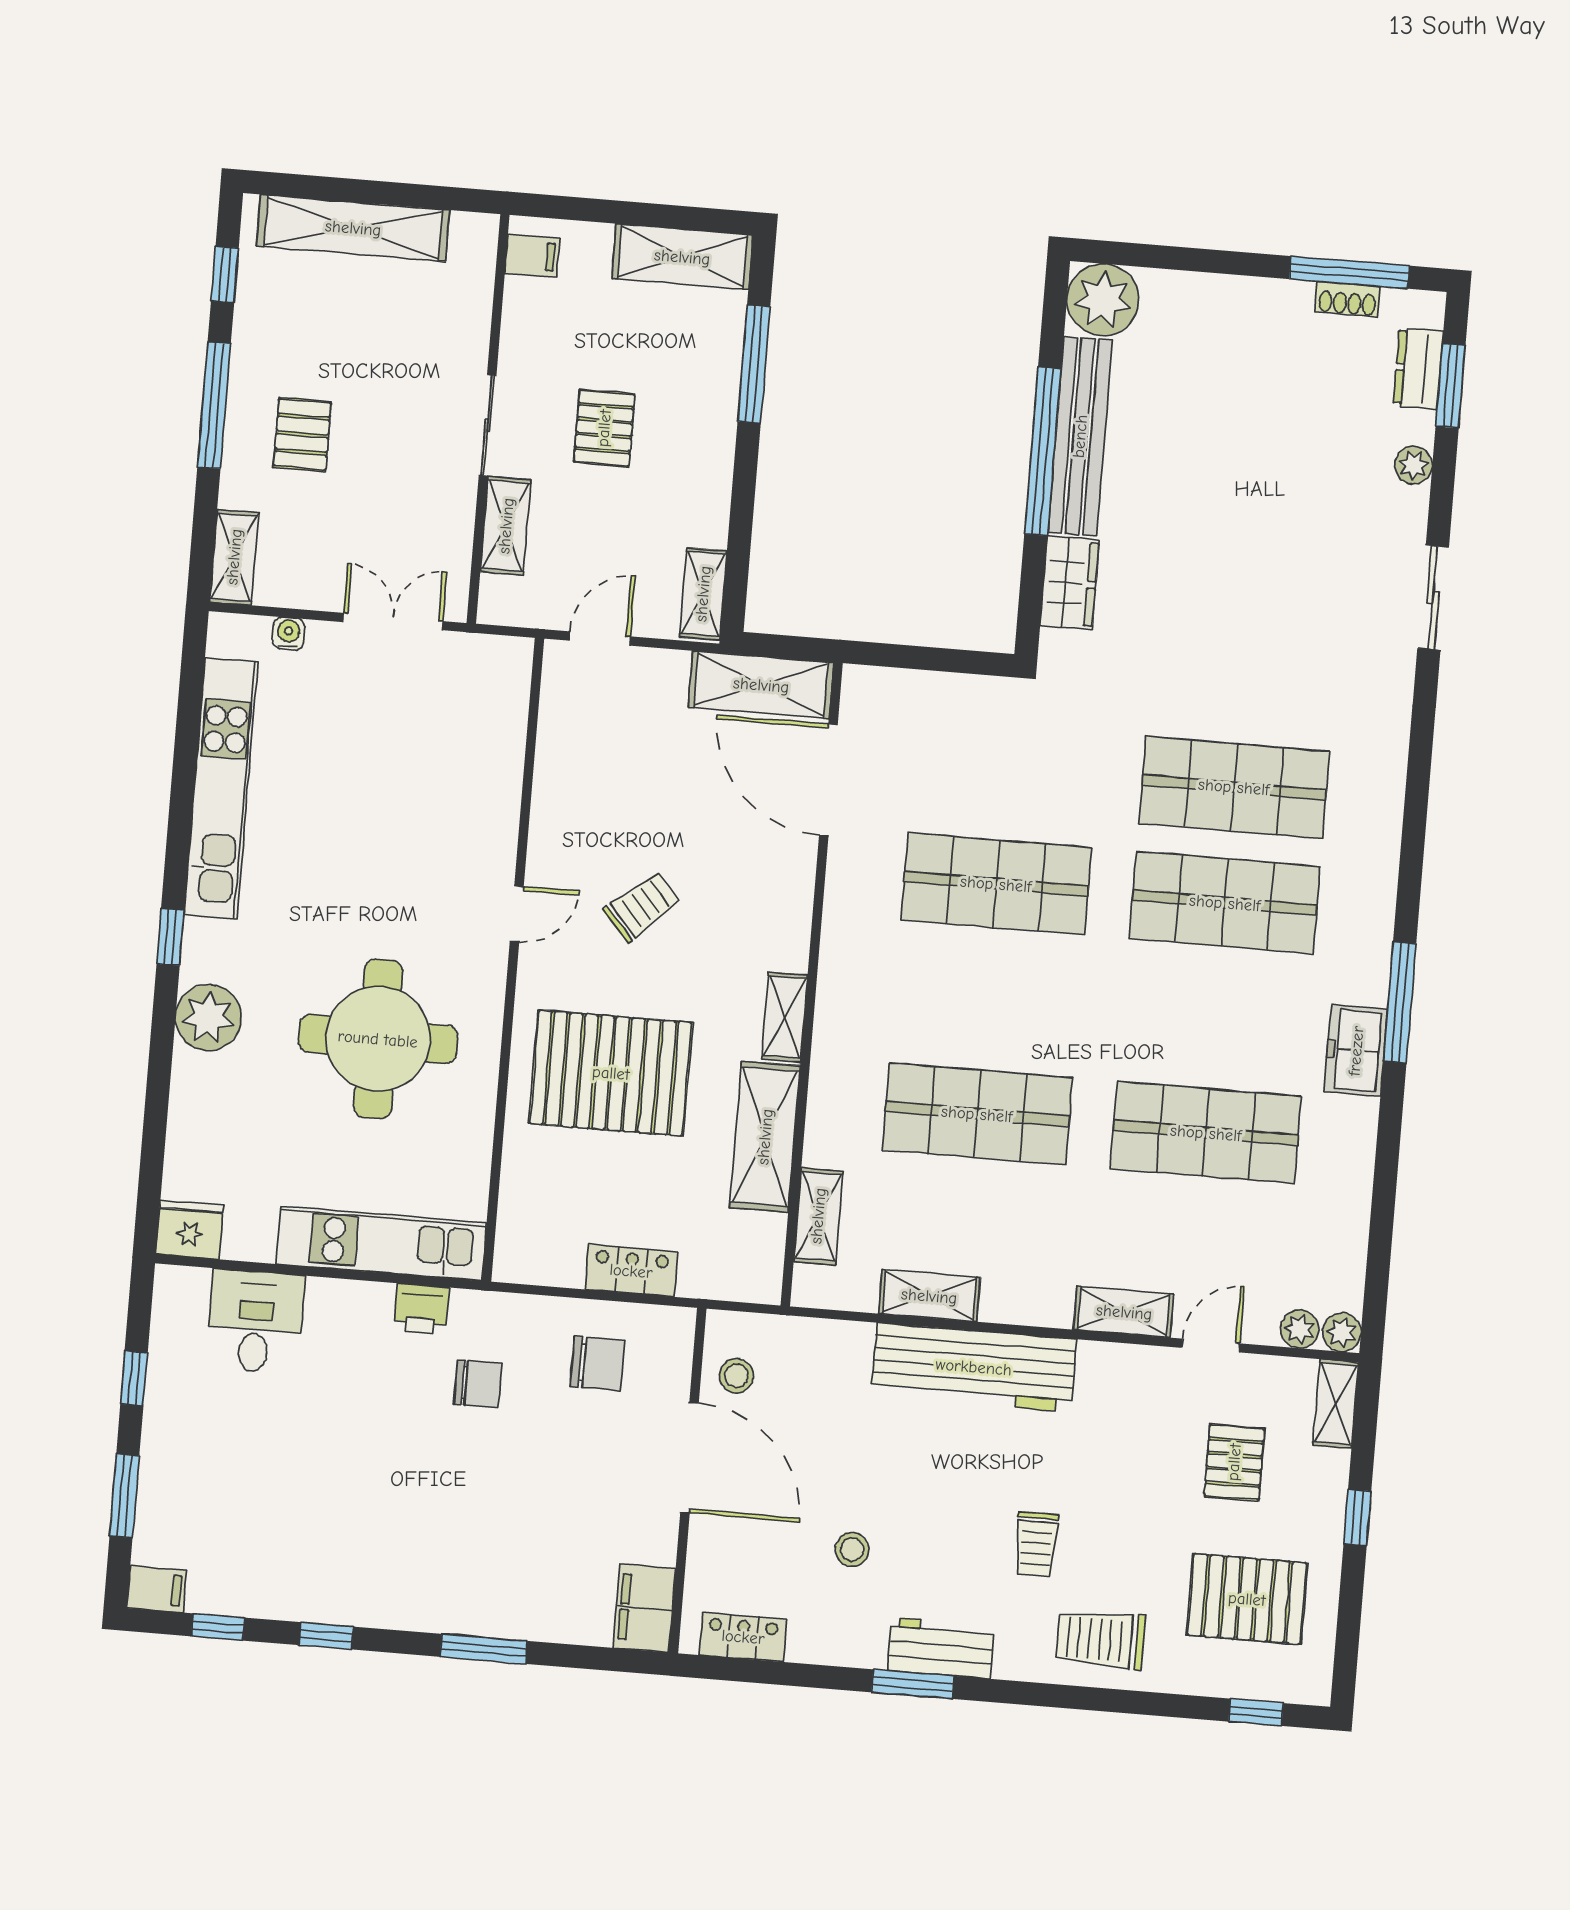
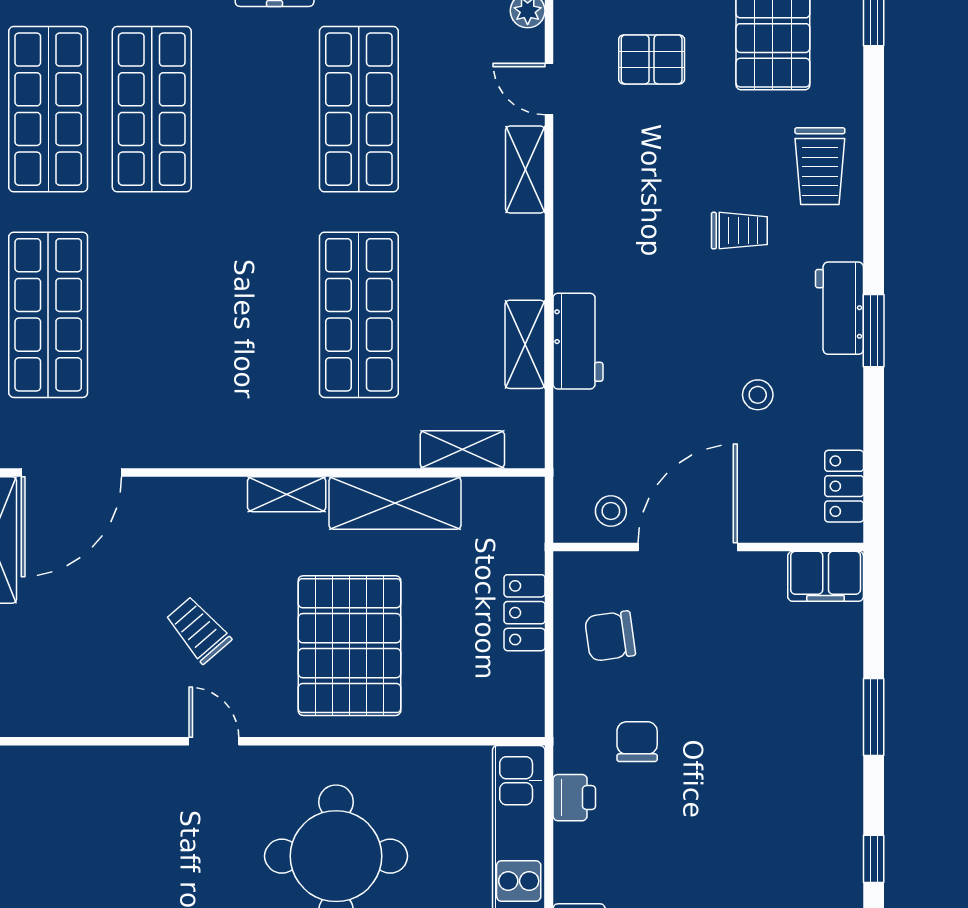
shop shelf: (996, 884) -> (48, 315), moved
chair: (598, 1363) -> (610, 636), turned -98
workbench: (974, 1367) -> (578, 341), width x0.53, depth x0.76

